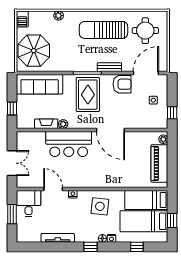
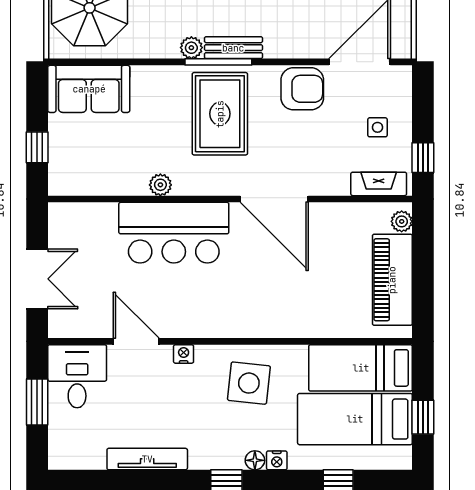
plant: (76, 67) -> (191, 48), added
bench: (109, 67) -> (233, 48), moved
sofa: (40, 84) -> (89, 89), width x0.73
fireplace: (46, 124) -> (379, 184), moved

